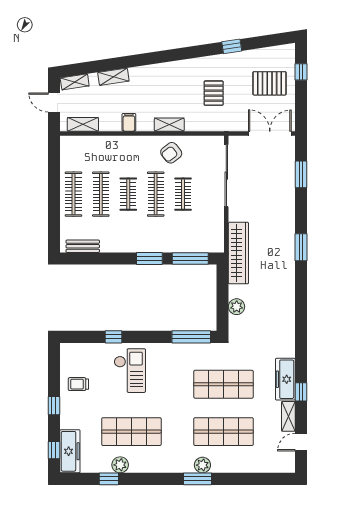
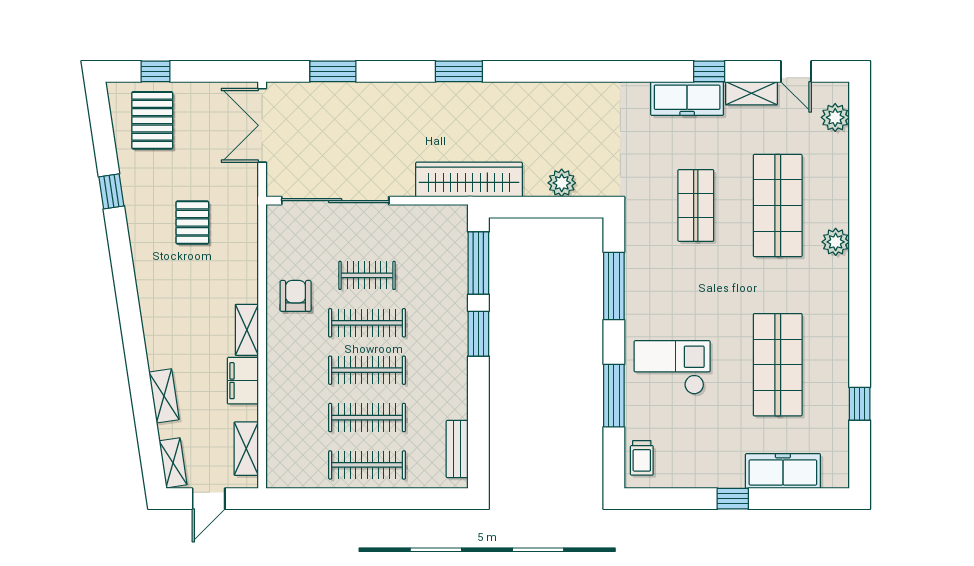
pallet: (270, 83) -> (152, 120), moved
pallet: (214, 93) -> (192, 223), turned 90
filing cabinet: (129, 122) -> (243, 381), width x2.00
shelving: (169, 125) -> (247, 330), moved
armchair: (171, 153) -> (296, 296), turned -142
clothes rail: (128, 194) -> (367, 370), width x1.36
window: (114, 337) -> (614, 396), width x2.17
window: (191, 337) -> (614, 286), moved
trolley: (78, 384) -> (642, 458), moved
shop shelf: (223, 384) -> (696, 205), width x0.70, depth x0.74
window: (54, 450) -> (810, 499), removed
freezer: (70, 451) -> (783, 471), moved
plant: (120, 465) -> (835, 117), moved
window: (197, 479) -> (860, 250), removed

